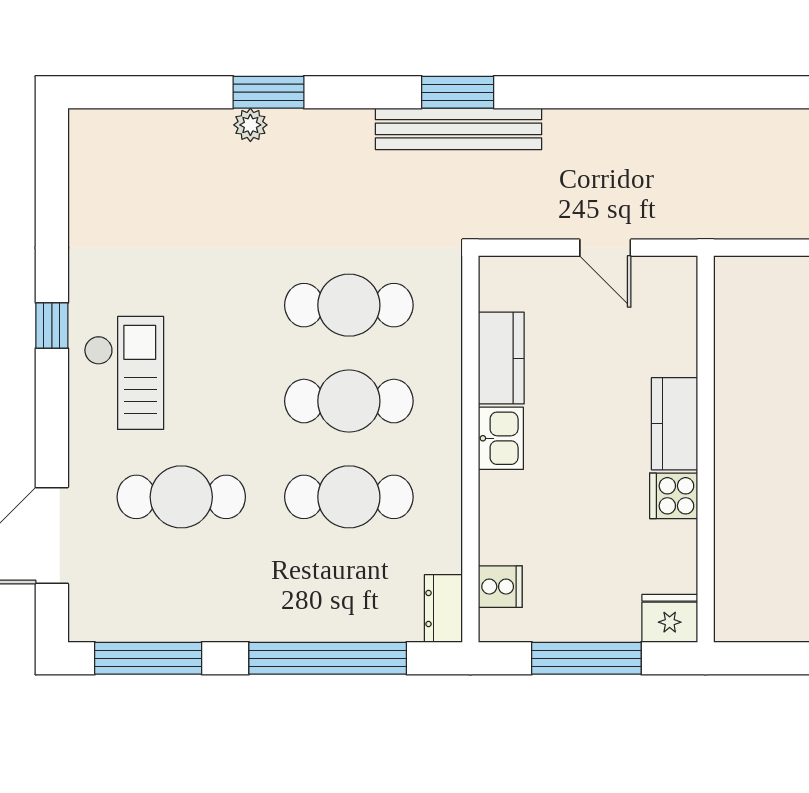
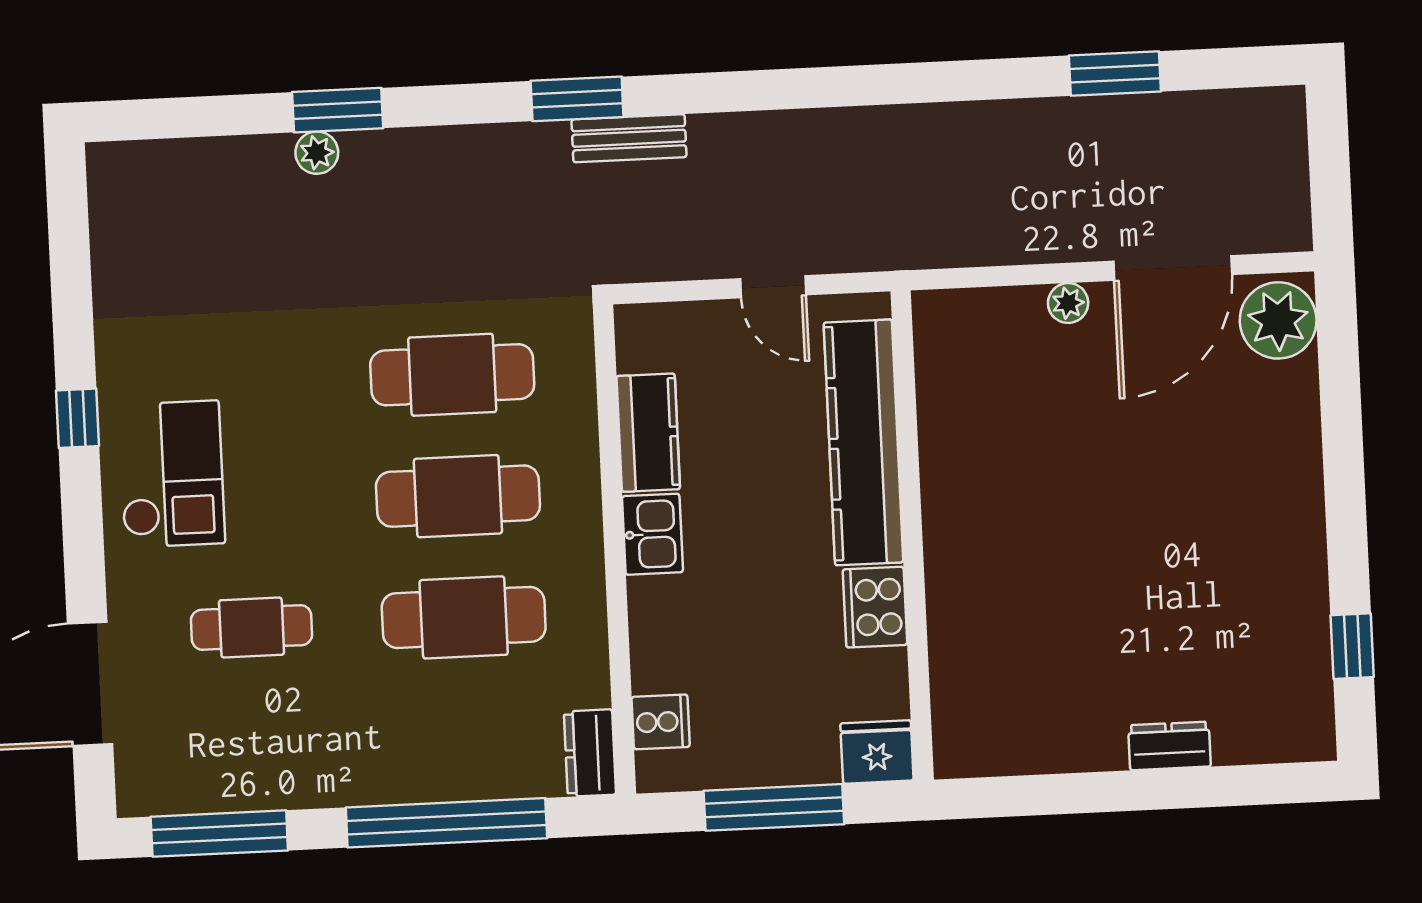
bench: (459, 129) -> (629, 138), width x0.54, depth x0.82
kitchen counter: (674, 424) -> (863, 442), width x2.08, depth x1.17
cooker: (674, 496) -> (875, 607), width x1.36
cafe table: (181, 497) -> (252, 627), width x0.73, depth x0.74

